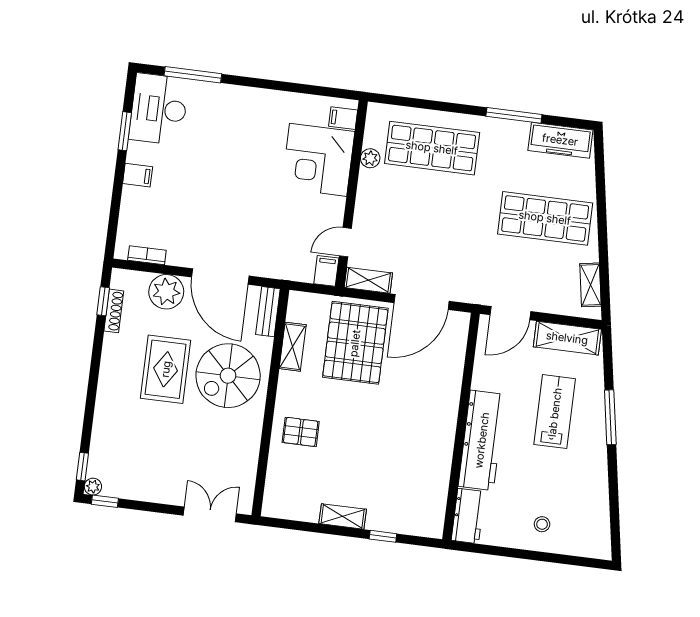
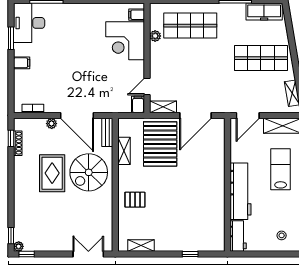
plant: (166, 292) -> (52, 124), width x0.53, depth x0.53
shelving: (343, 516) -> (141, 246), moved

